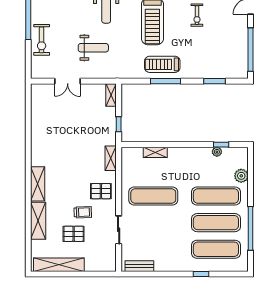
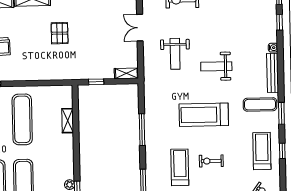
treadmill: (162, 64) -> (180, 167), moved
shelving: (111, 158) -> (61, 74), removed
pallet: (101, 191) -> (60, 33), moved

